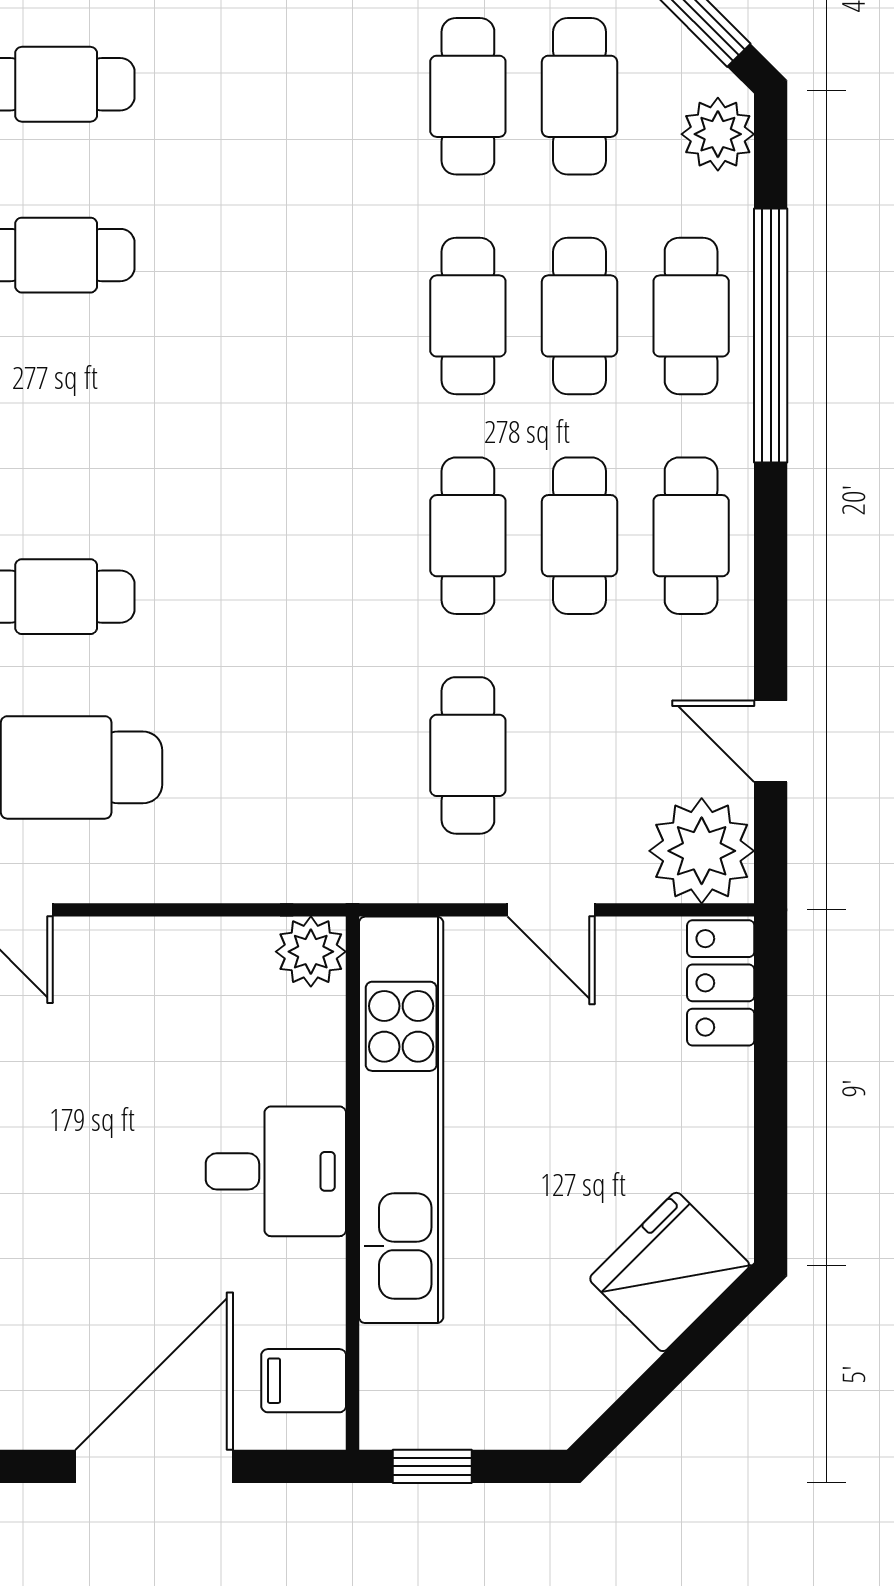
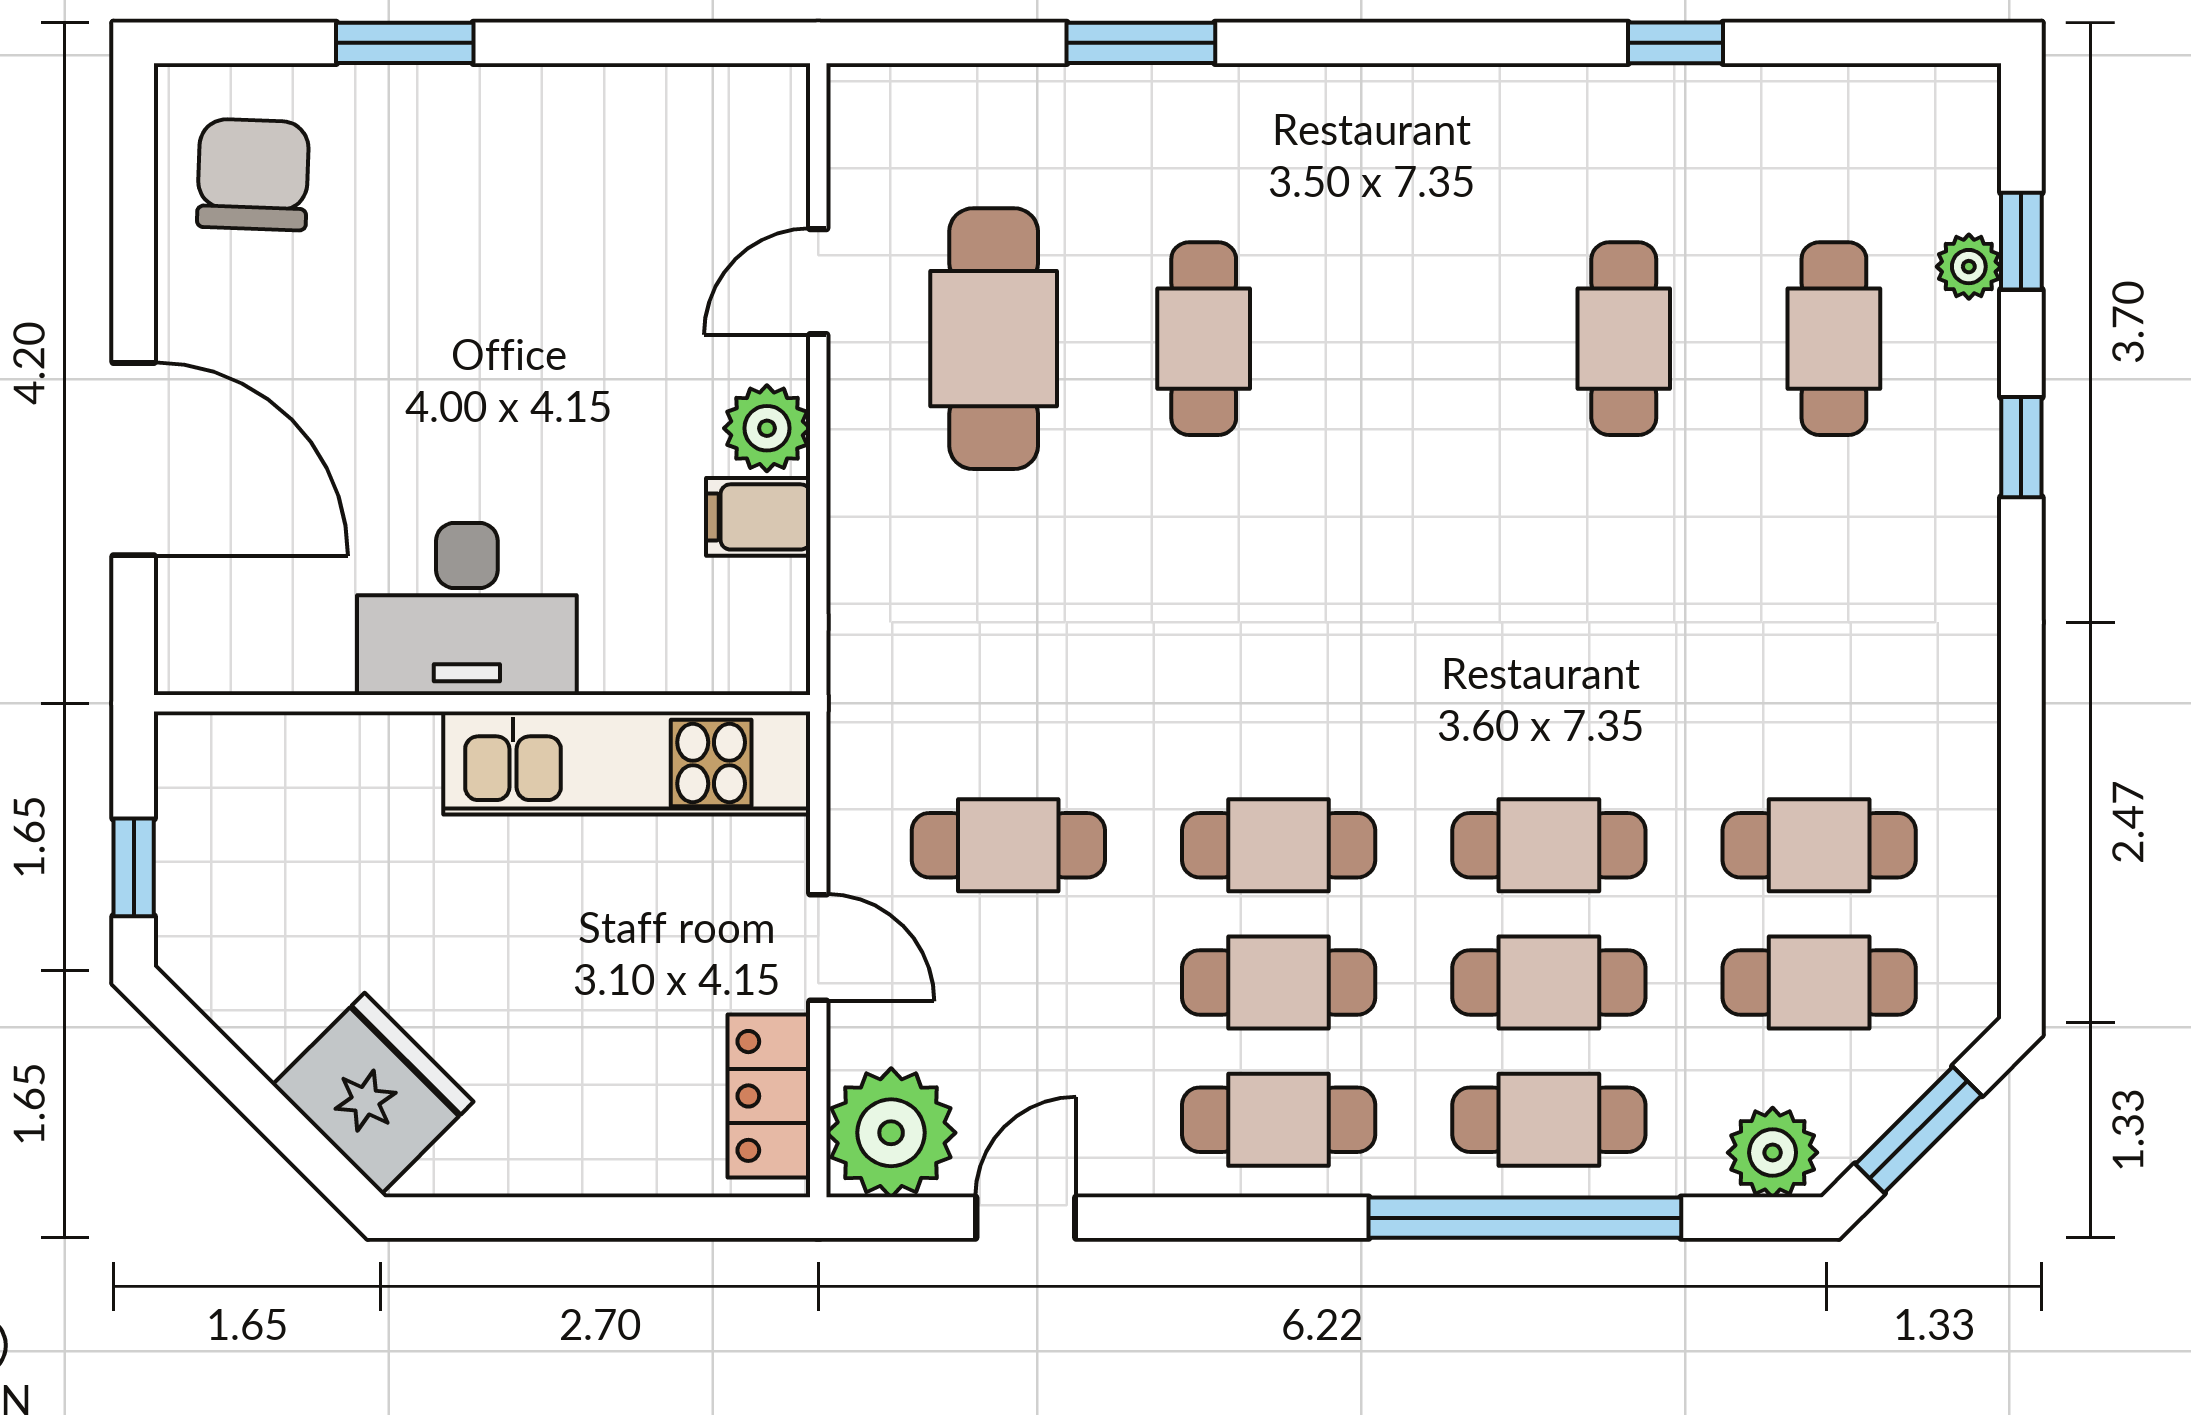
door: (551, 910) -> (818, 948), swing flipped
plant: (311, 952) -> (767, 428), moved
locker: (721, 983) -> (769, 1096), moved, turned -90
kitchen unit: (401, 1120) -> (627, 763), width x0.73
desk: (276, 1171) -> (467, 609), width x1.37
filing cabinet: (304, 1381) -> (758, 517), moved, turned -90
window: (432, 1466) -> (134, 867), moved

